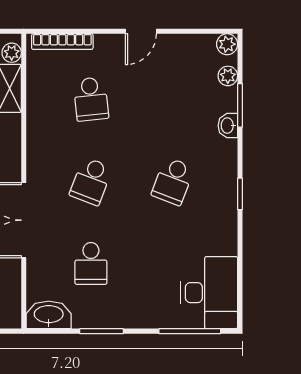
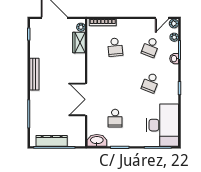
door: (141, 31) -> (162, 18), moved
school desk: (91, 181) -> (150, 47), moved
desk: (209, 293) -> (162, 125), width x1.36, depth x1.30

